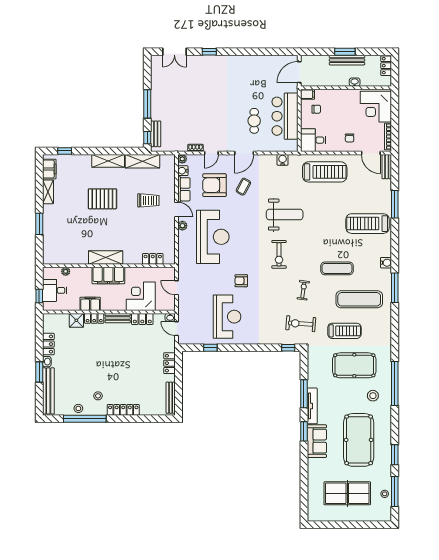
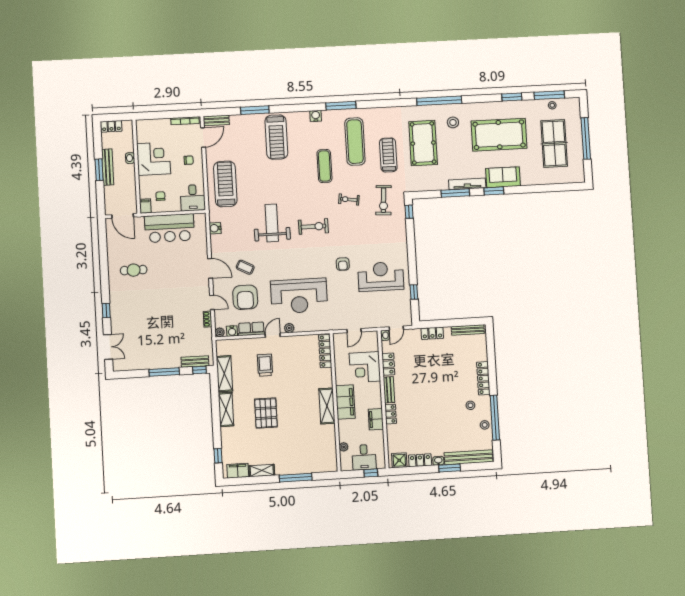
corner desk: (376, 107) -> (154, 159), moved, turned -90
cafe table: (254, 121) -> (134, 270), moved
window: (39, 224) -> (296, 478), width x1.44
reception desk: (213, 237) -> (299, 296), turned 180
locker: (153, 259) -> (325, 351), width x1.53
shower: (76, 320) -> (399, 460), moved
window: (350, 525) -> (586, 138), added

